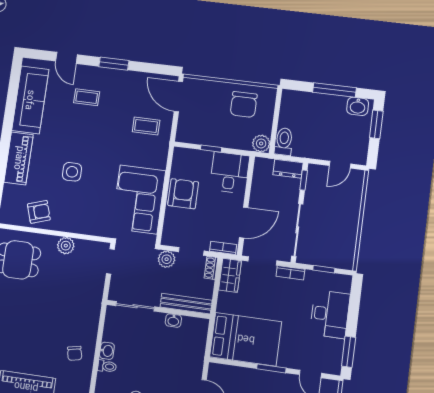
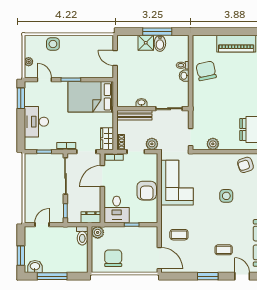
dresser: (288, 169) -> (91, 217), moved
plant: (66, 246) -> (213, 144), moved
chair: (75, 353) -> (206, 71), width x1.87, depth x1.87

